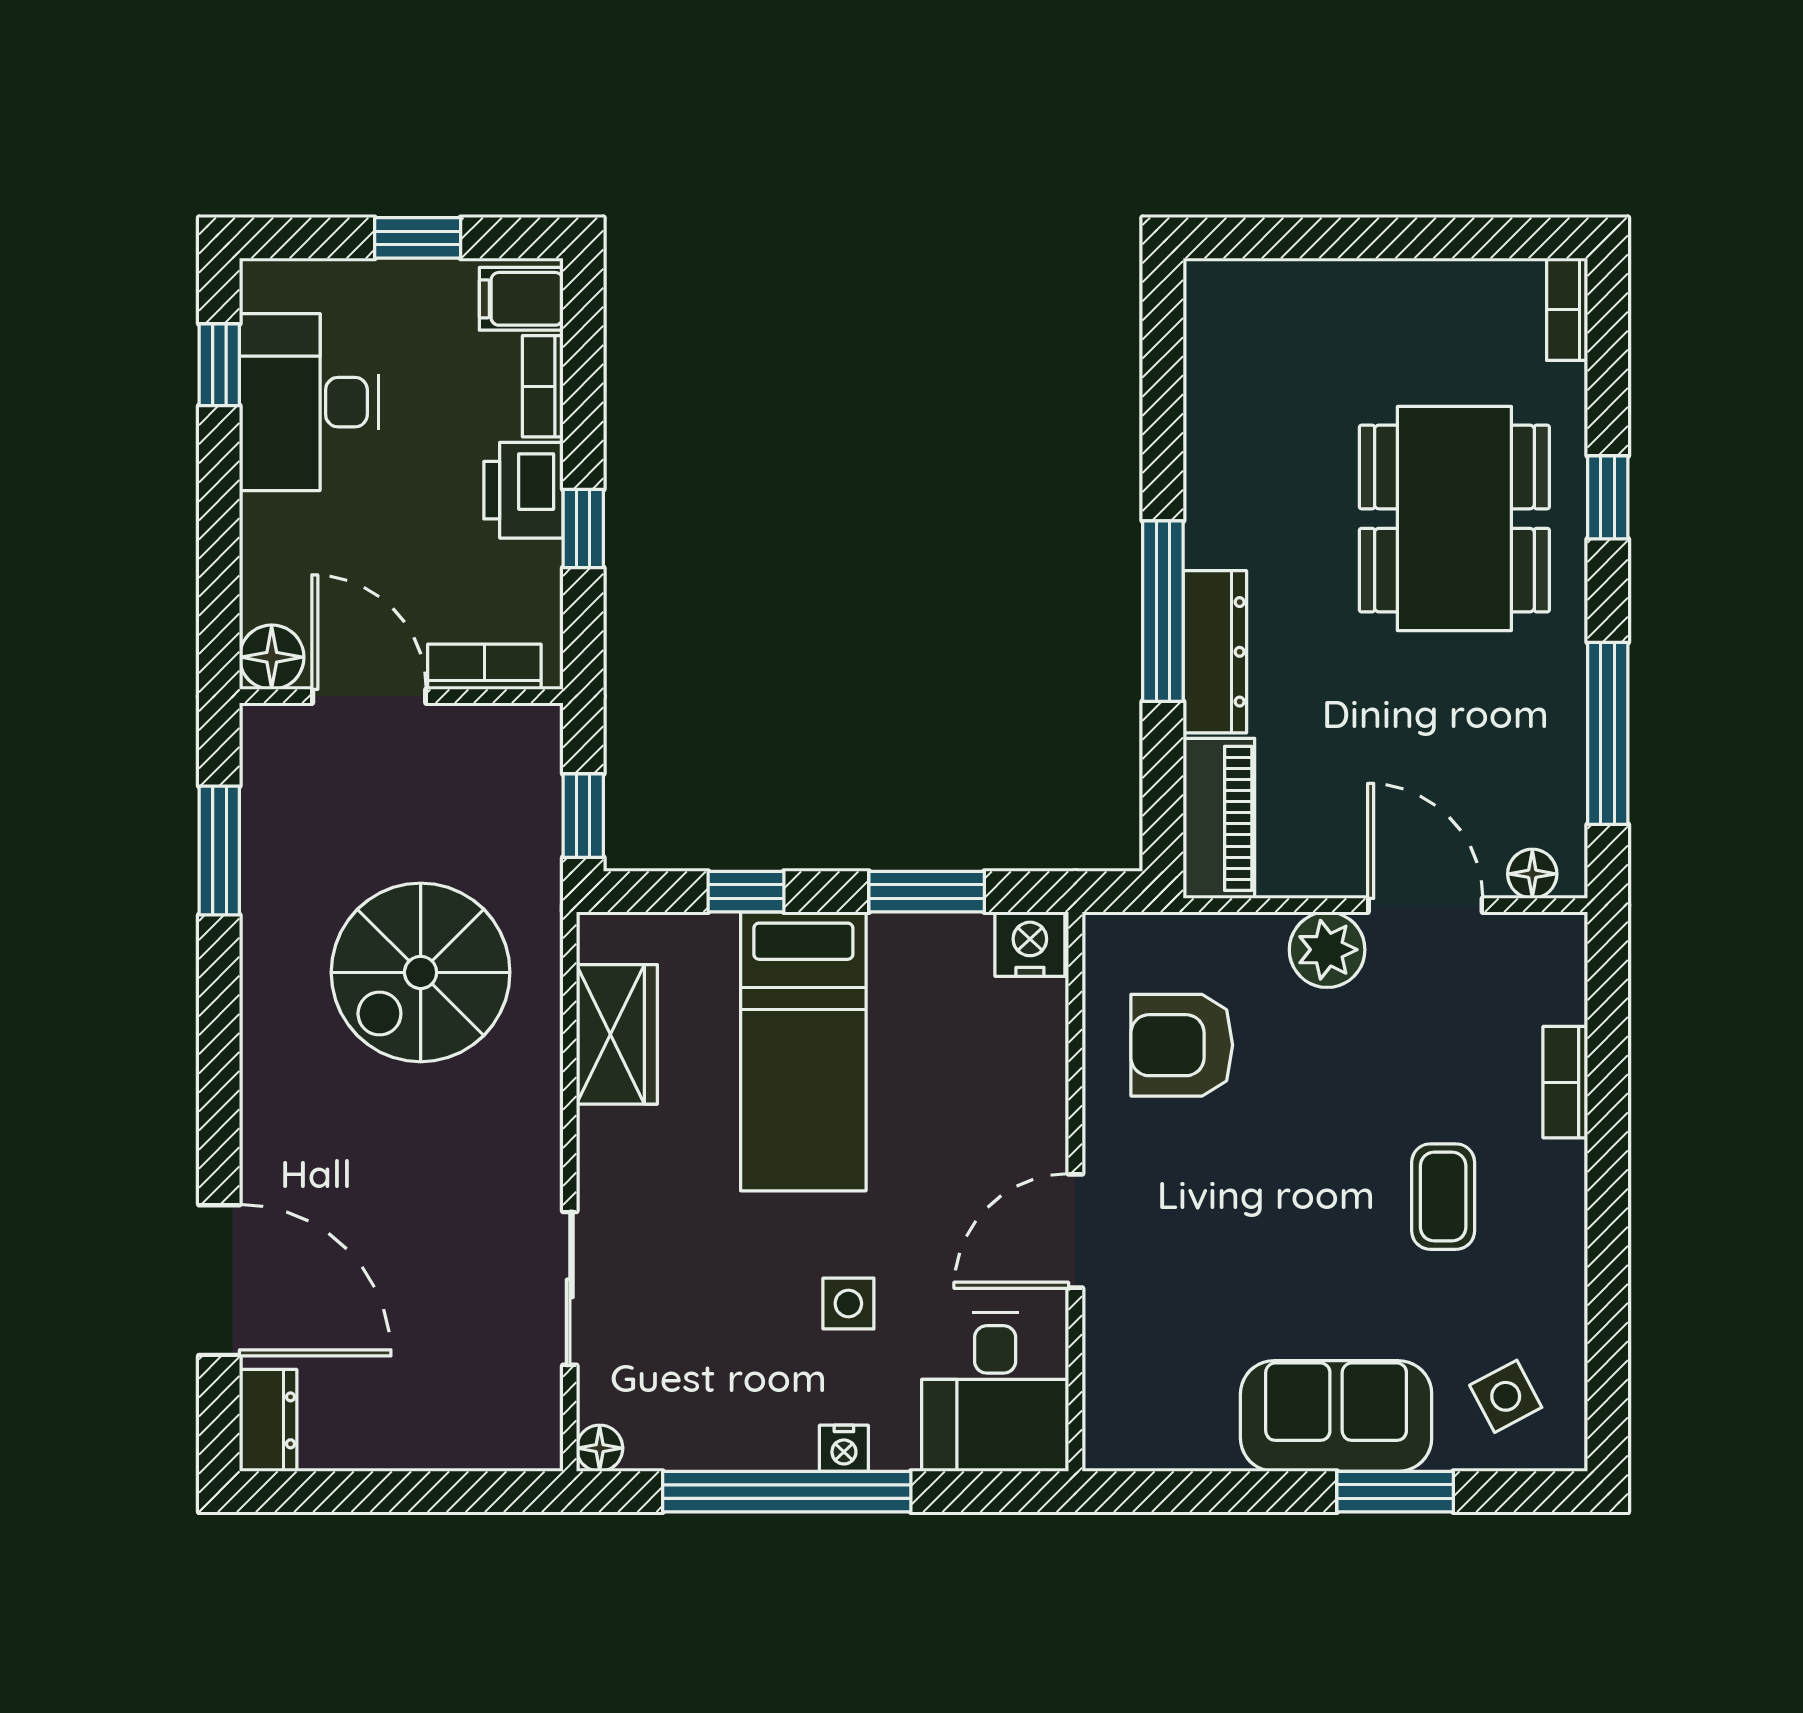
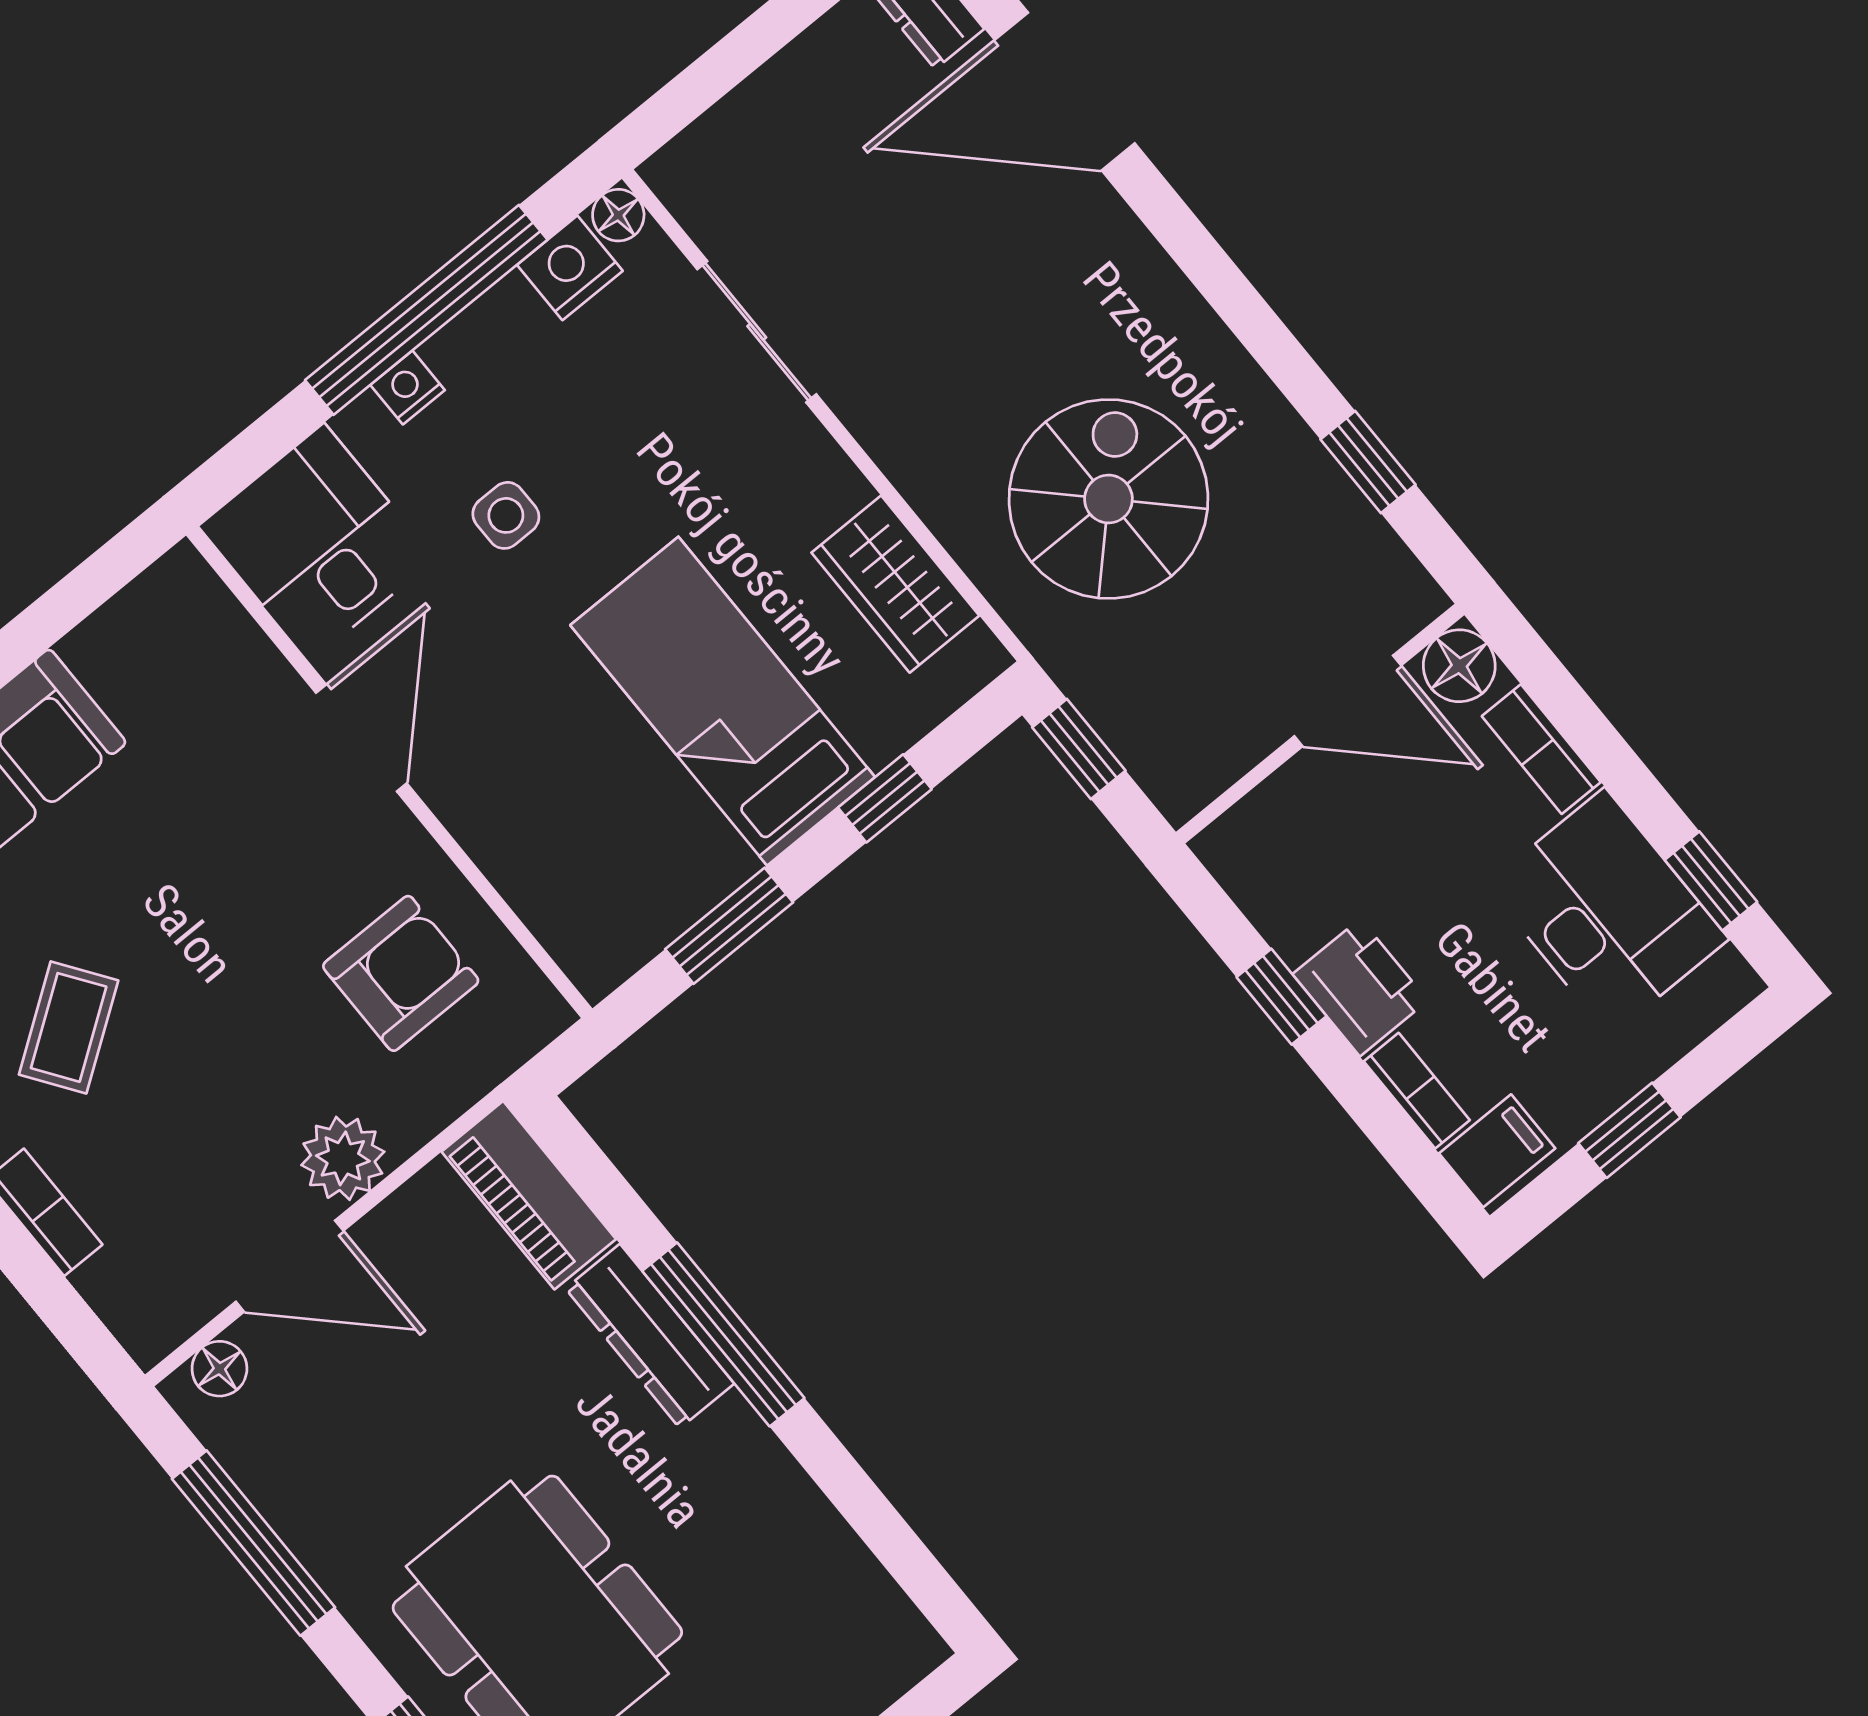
bookcase: (484, 667) -> (1541, 749), moved, turned 90
window: (219, 851) -> (1368, 462), width x0.67
nightstand: (1030, 944) -> (570, 268), moved, turned 180
coffee table: (1443, 1197) -> (69, 1027), turned 55

